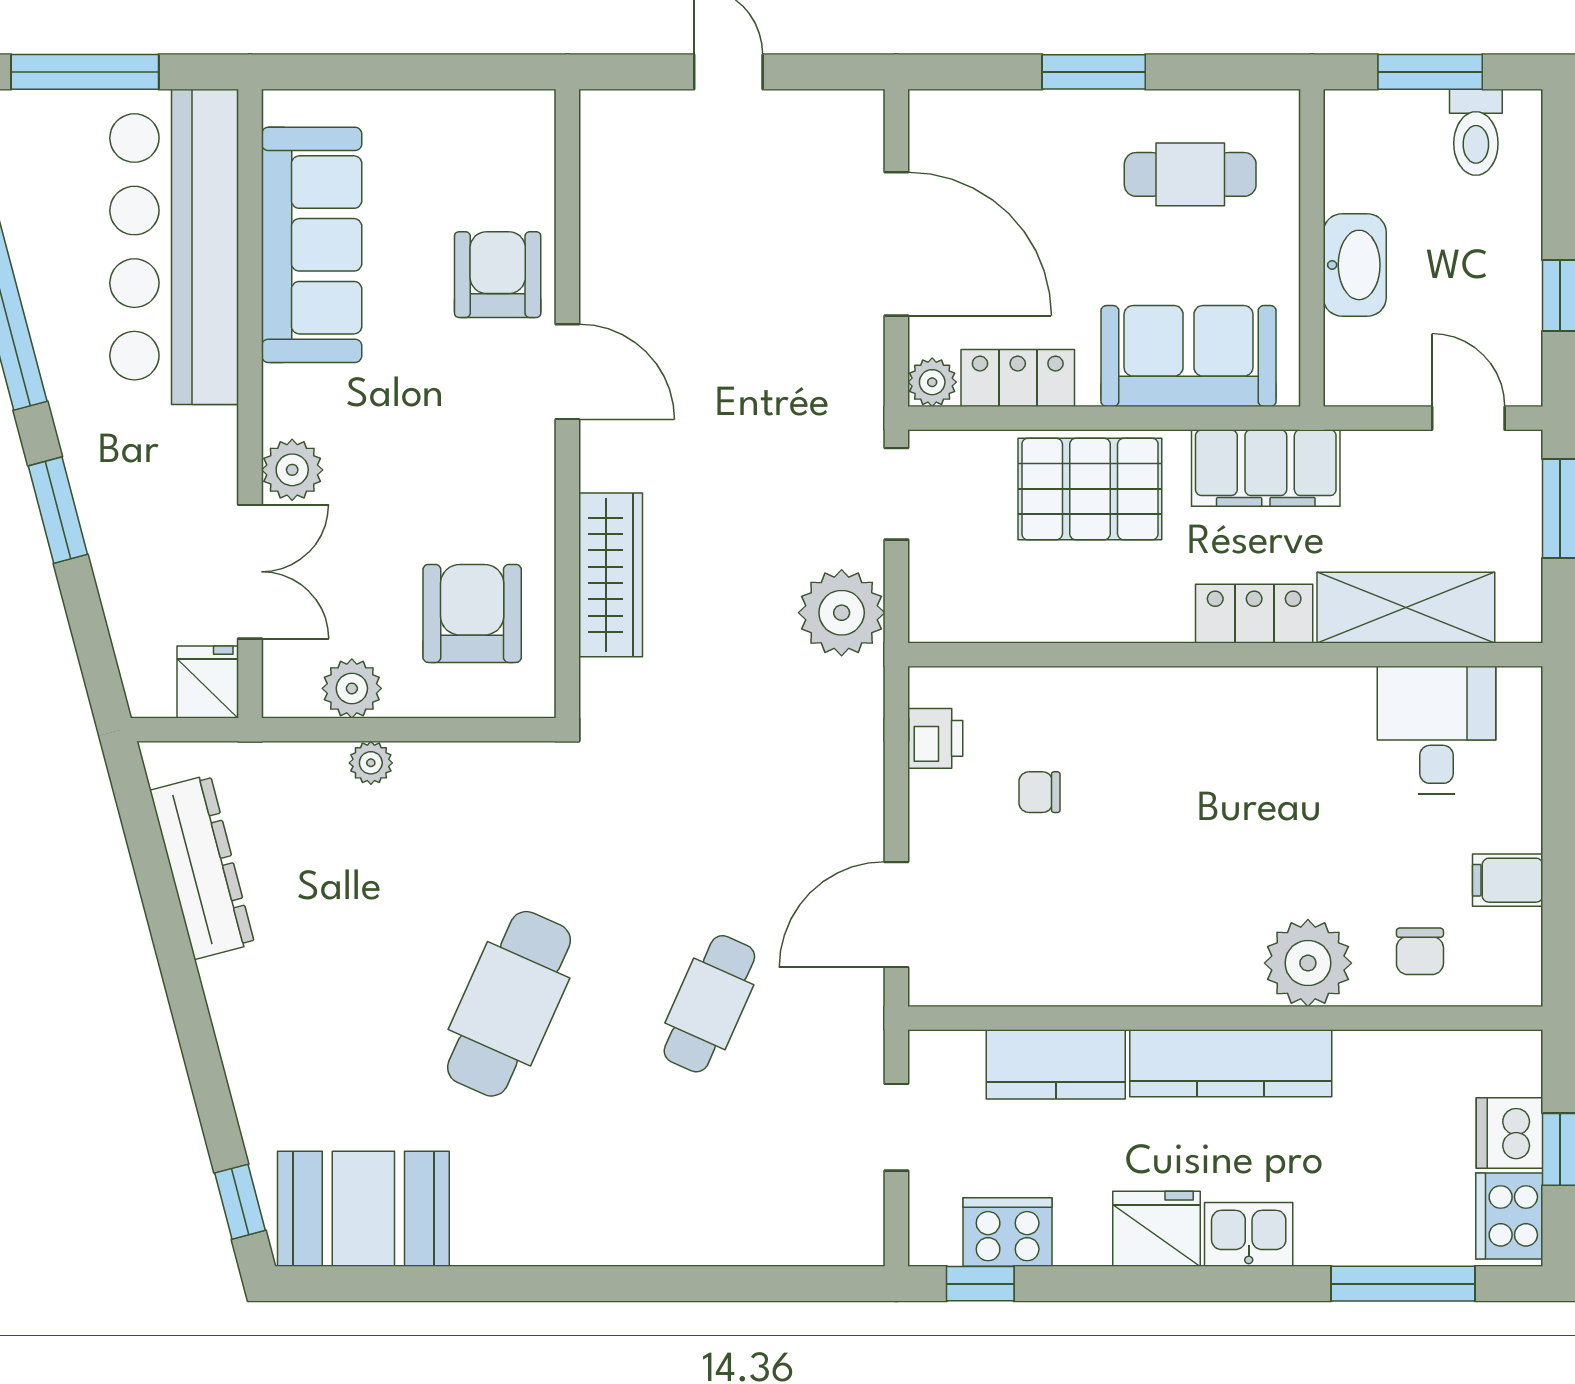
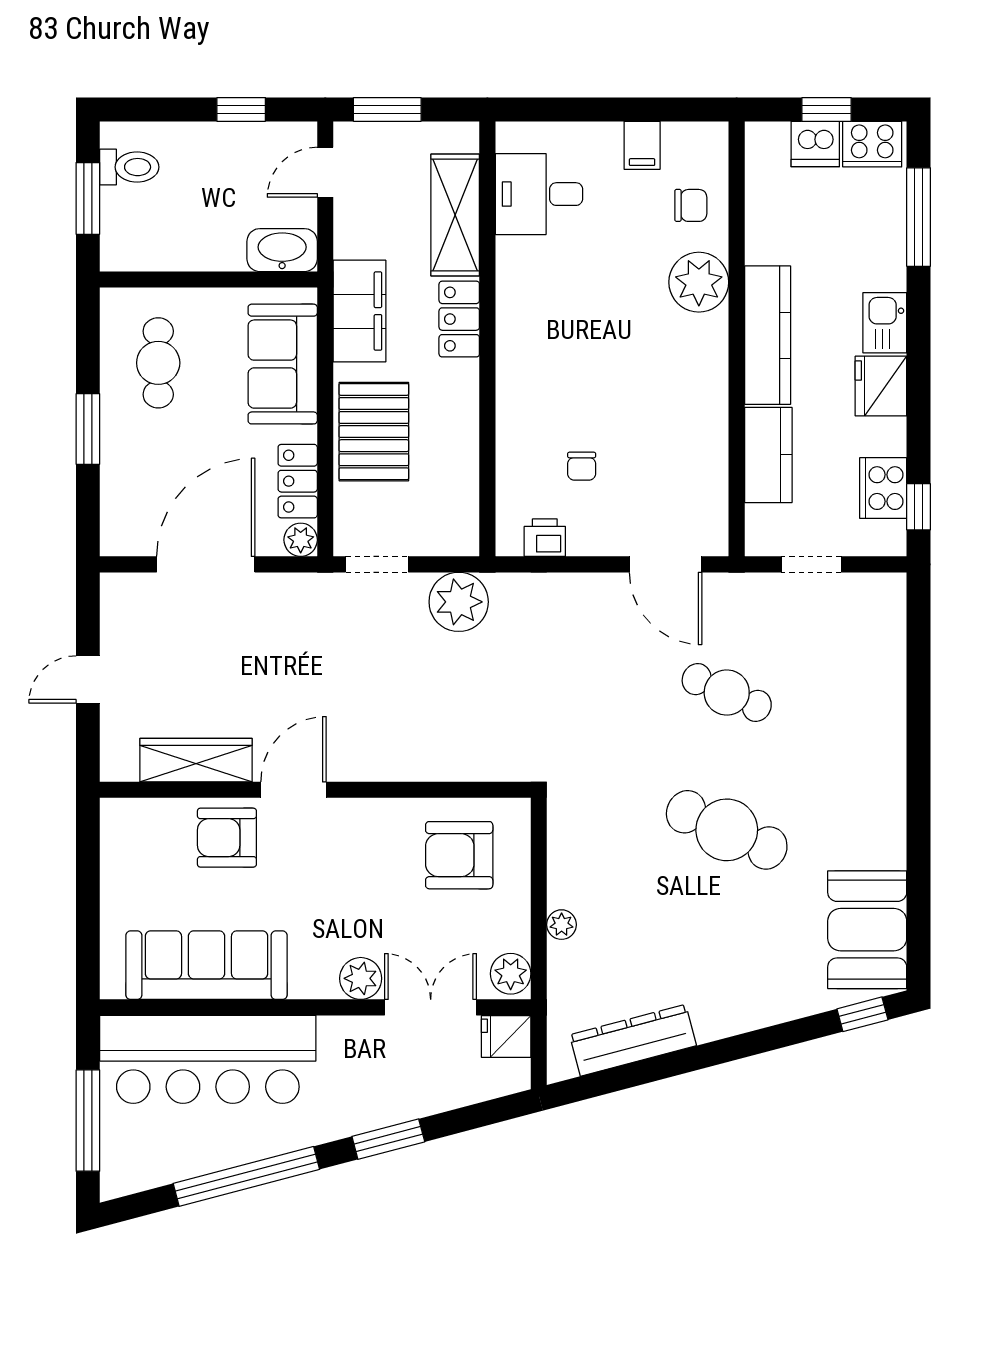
washbasin: (1355, 265) -> (282, 250), moved
wardrobe: (611, 575) -> (196, 760), moved
plant: (352, 688) -> (511, 974), moved

